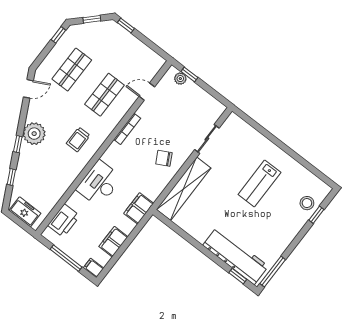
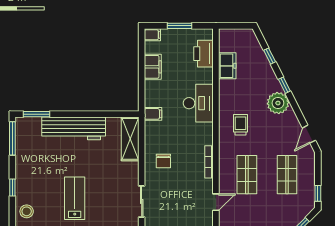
chair: (164, 158) -> (163, 161), turned 118
shelving: (184, 189) -> (130, 139), width x0.68
filing cabinet: (139, 208) -> (153, 114), width x0.50
freezer: (25, 212) -> (227, 66), moved, turned -90
window: (316, 215) -> (12, 188), moved
workbench: (236, 256) -> (74, 128), moved
window: (66, 258) -> (180, 26), width x0.69
window: (238, 276) -> (37, 114), width x1.50

